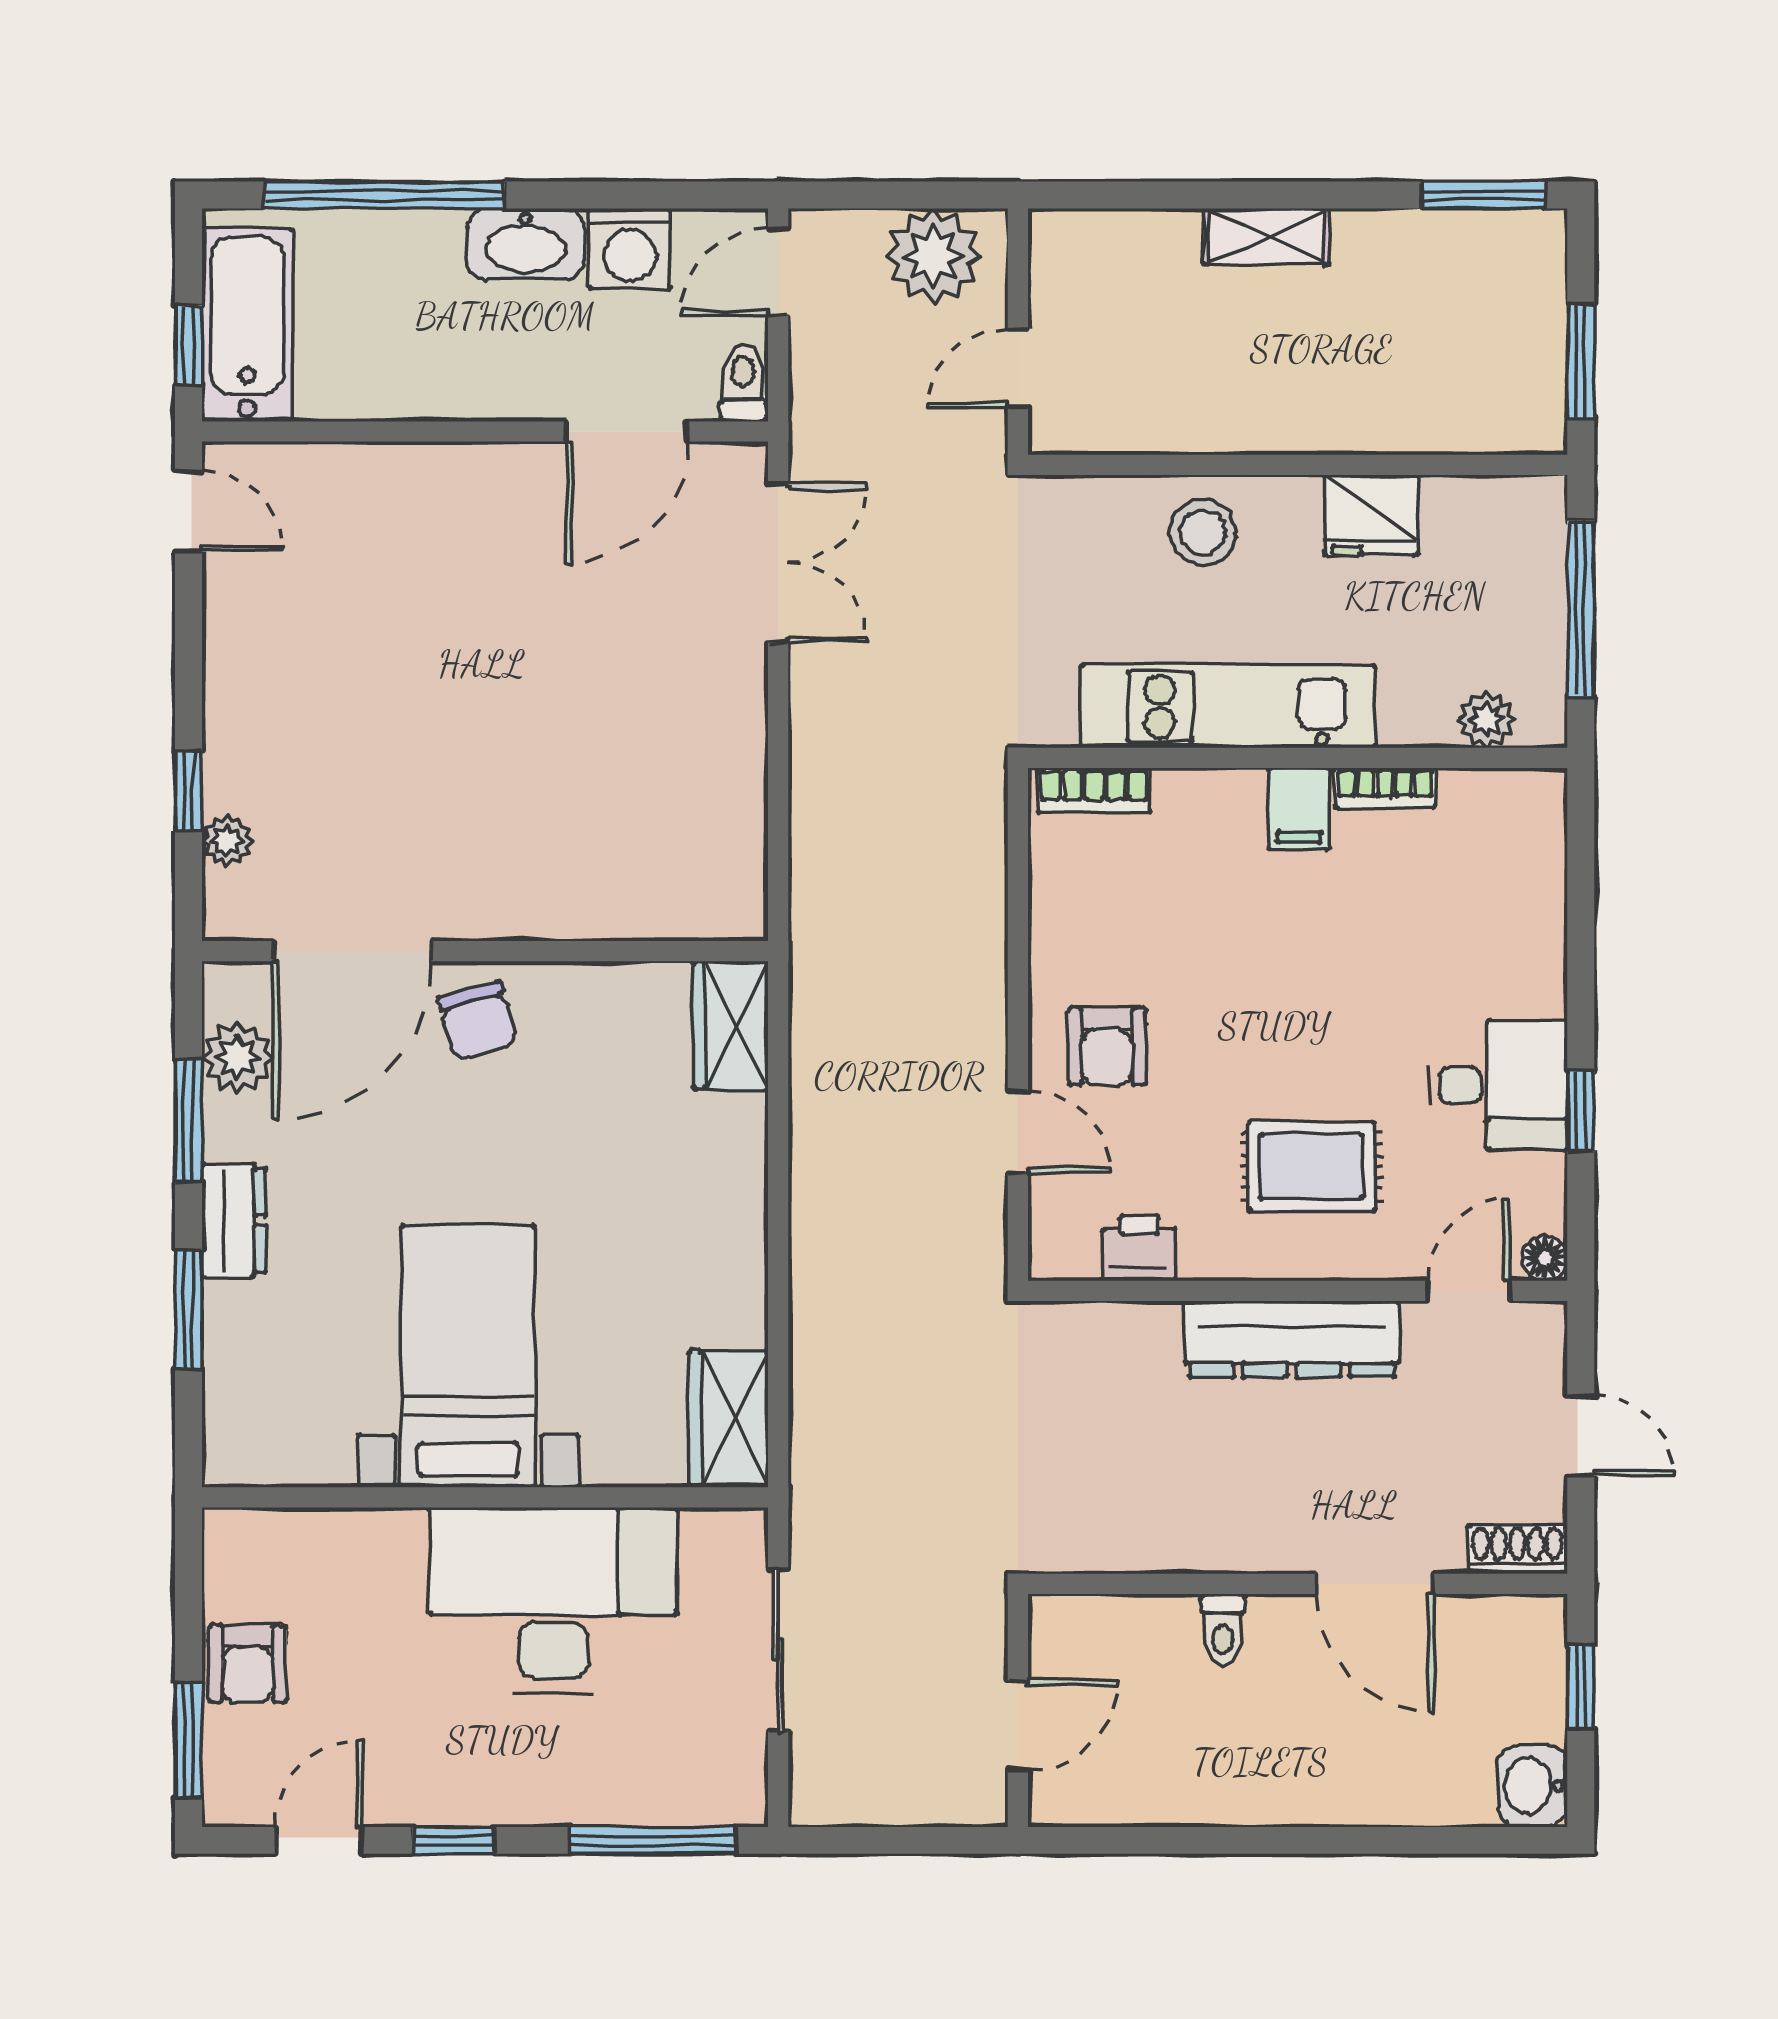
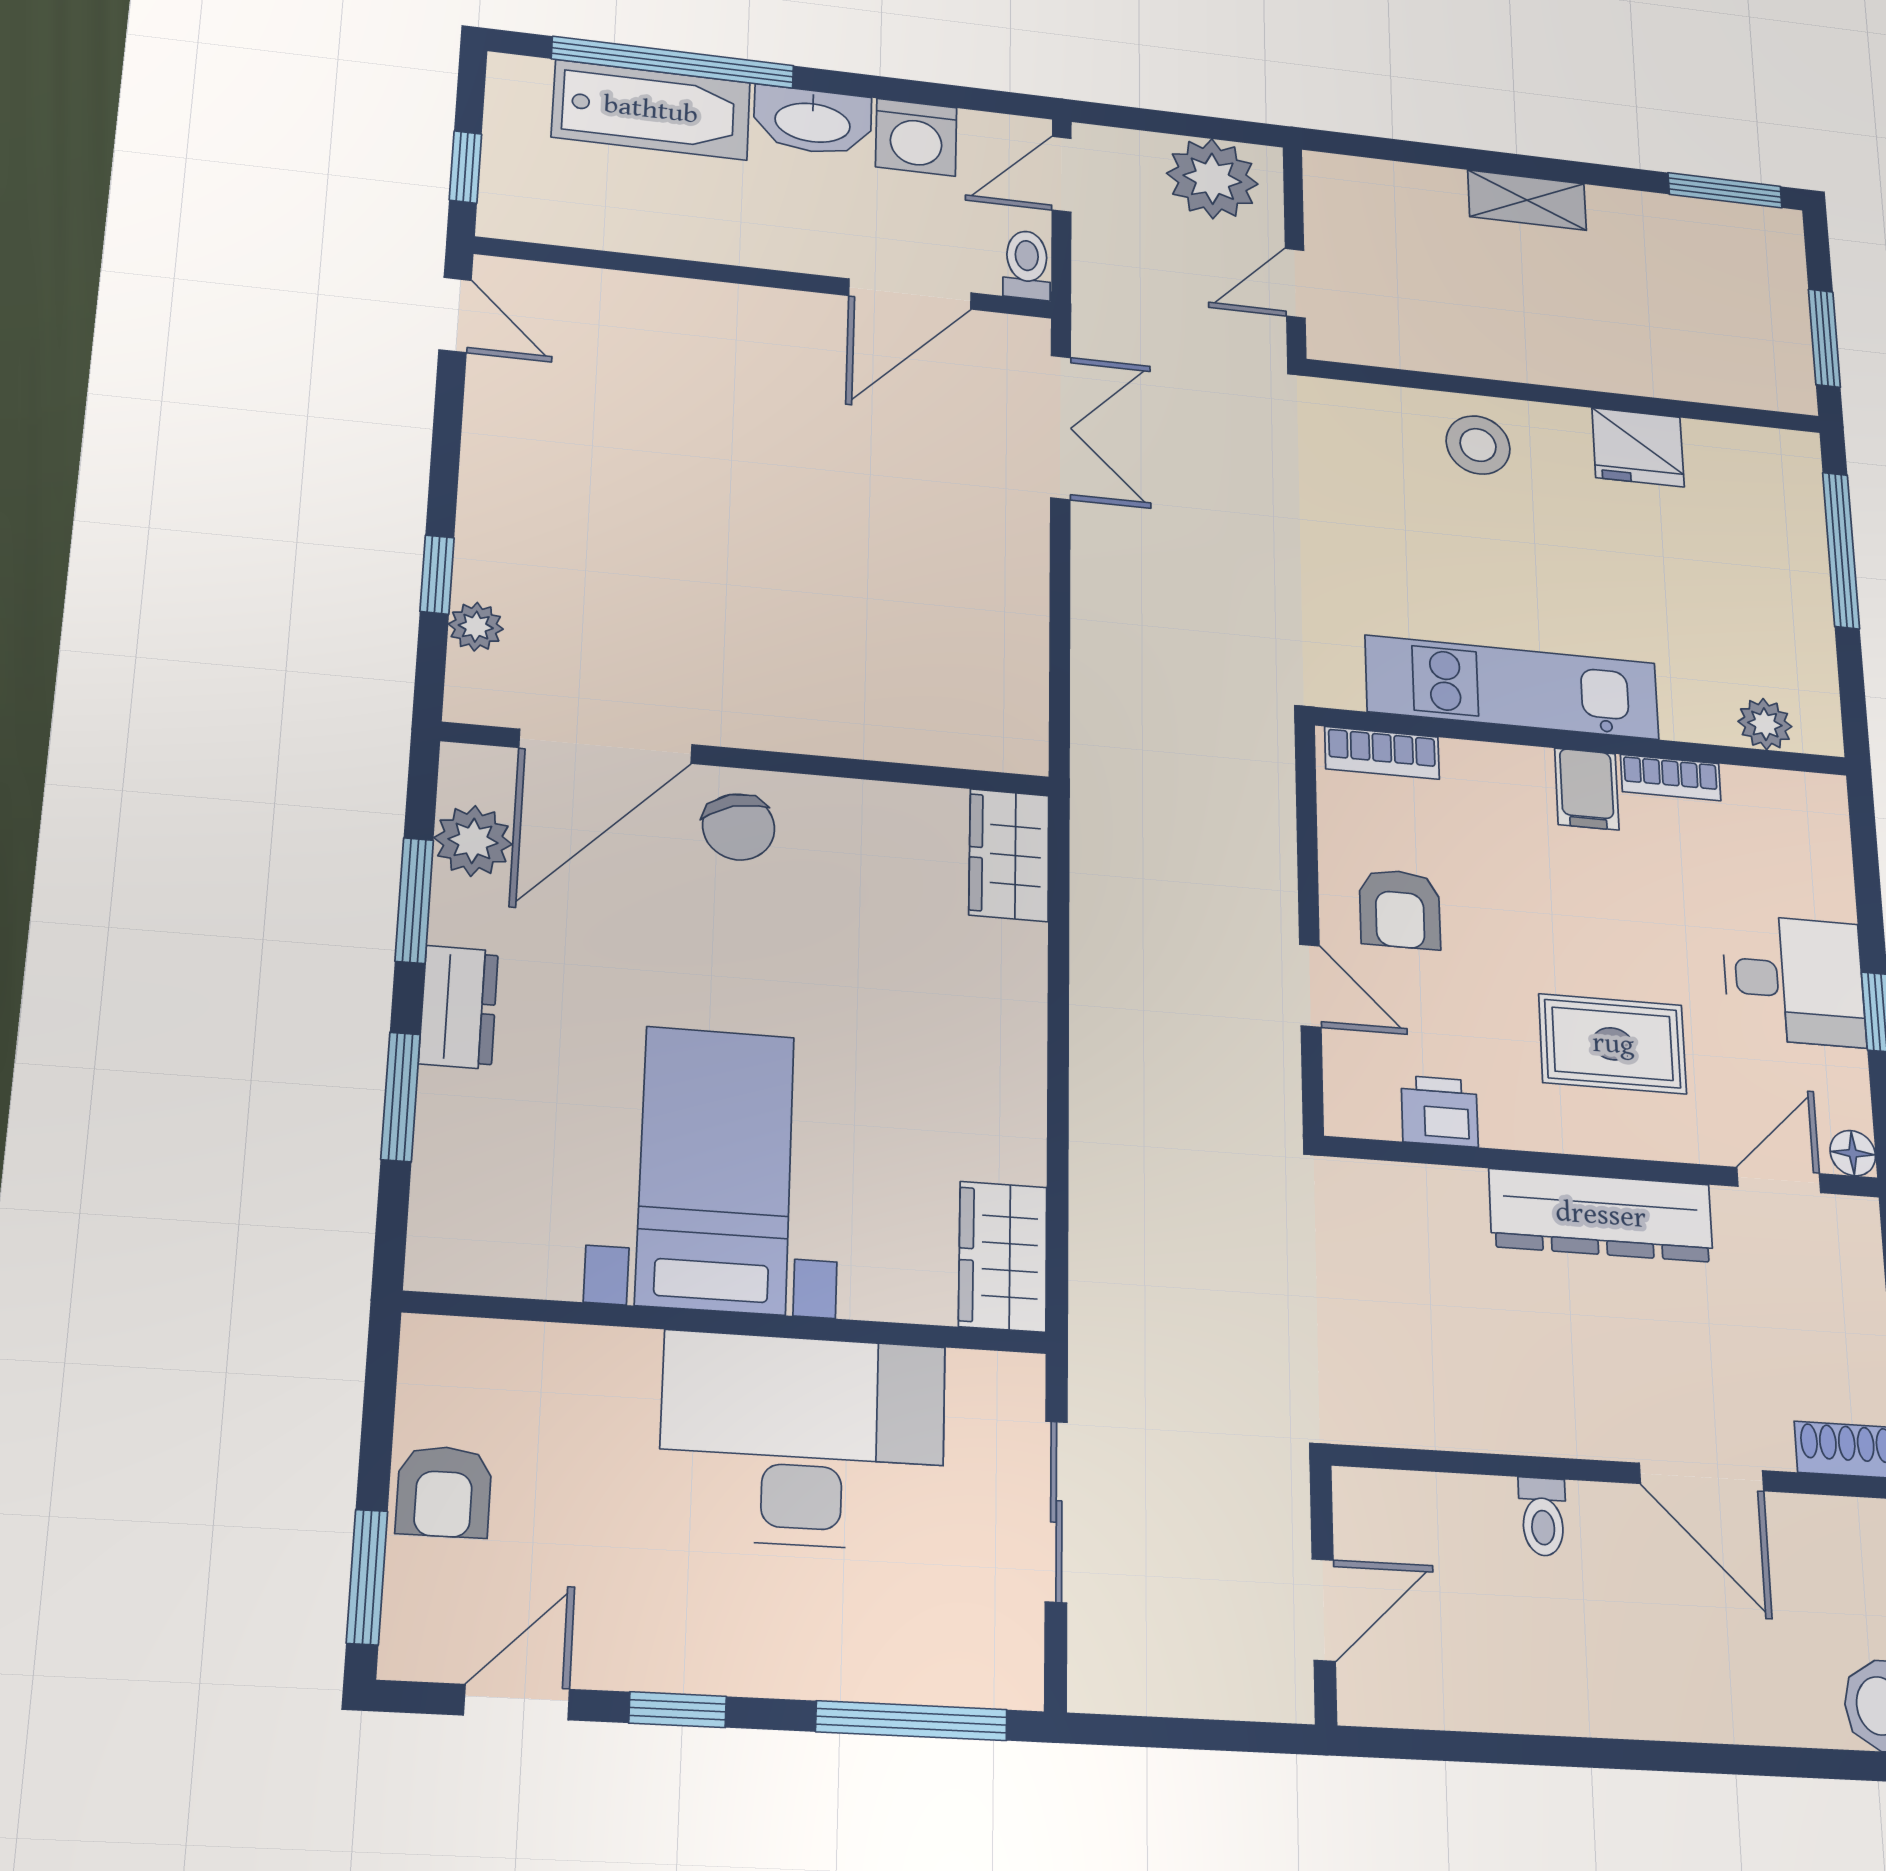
bathtub: (247, 325) -> (651, 110), moved, turned 90
kitchen unit: (1228, 706) -> (1512, 687), moved
plant: (1486, 720) -> (1765, 724), moved
wall: (1298, 758) -> (1583, 742), moved
bookcase: (1385, 788) -> (1671, 778), moved
bookcase: (1094, 790) -> (1382, 753), moved
filing cabinet: (1299, 809) -> (1587, 789), moved

